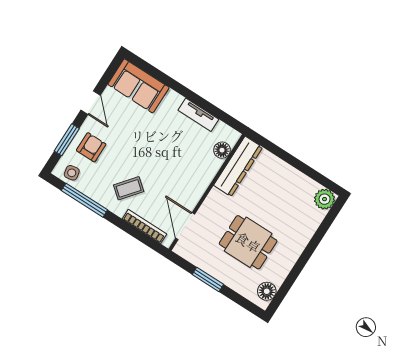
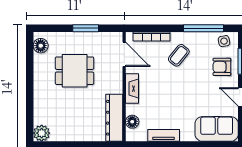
armchair: (91, 147) -> (222, 67), turned 90
fireplace: (200, 185) -> (132, 89), added

